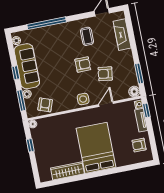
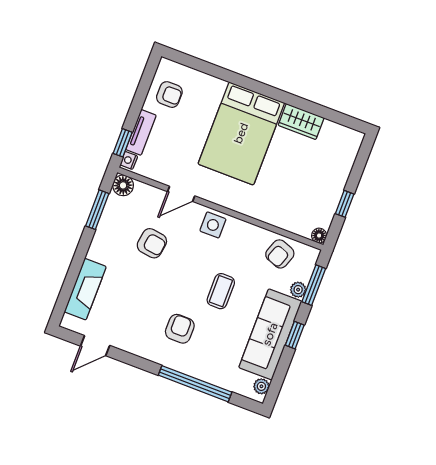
coffee table: (87, 36) -> (221, 291), moved
armchair: (83, 65) -> (180, 329), moved, turned 90
wardrobe: (67, 171) -> (301, 122), width x0.67

